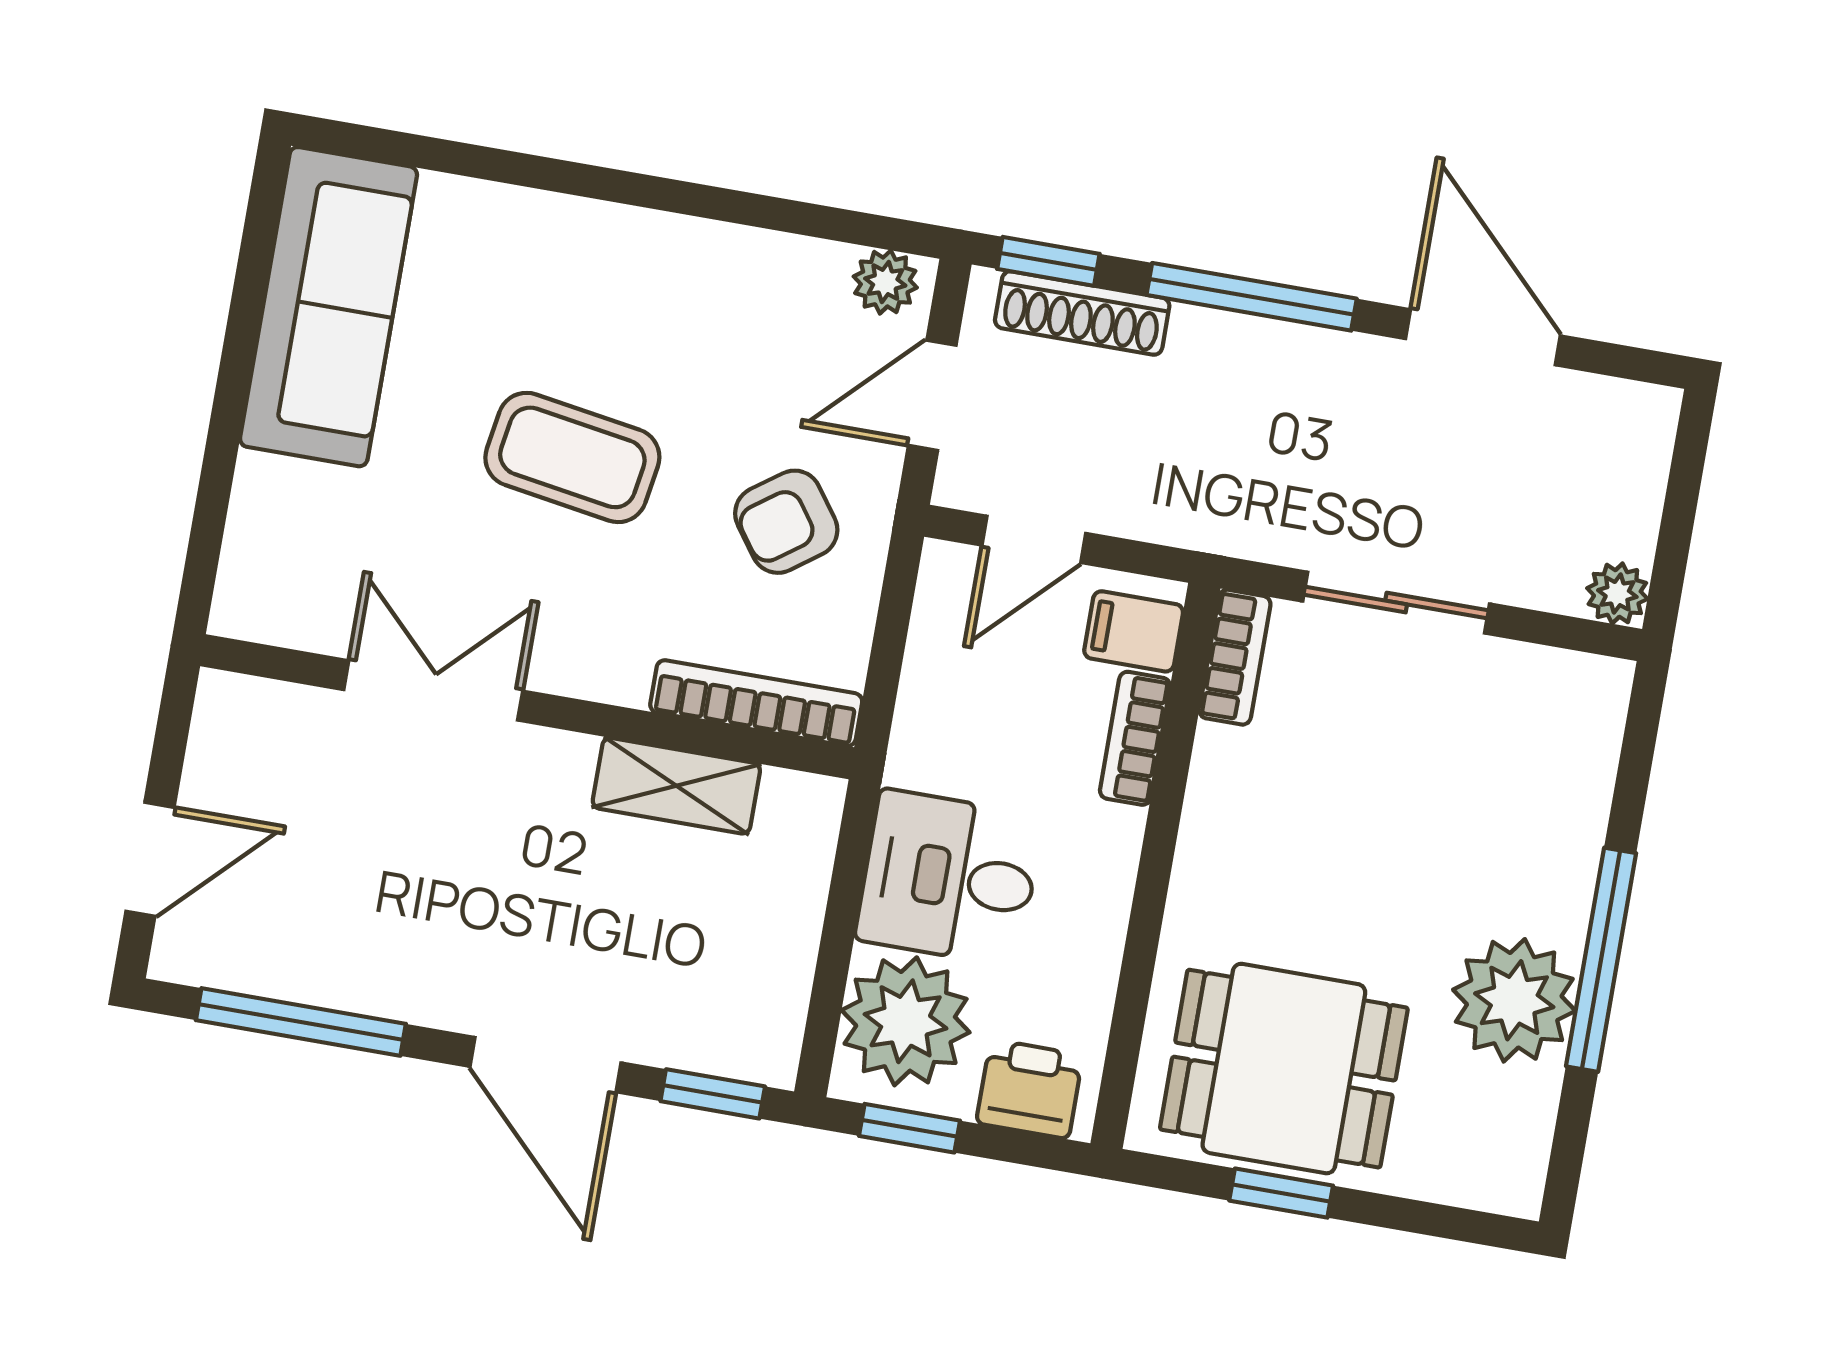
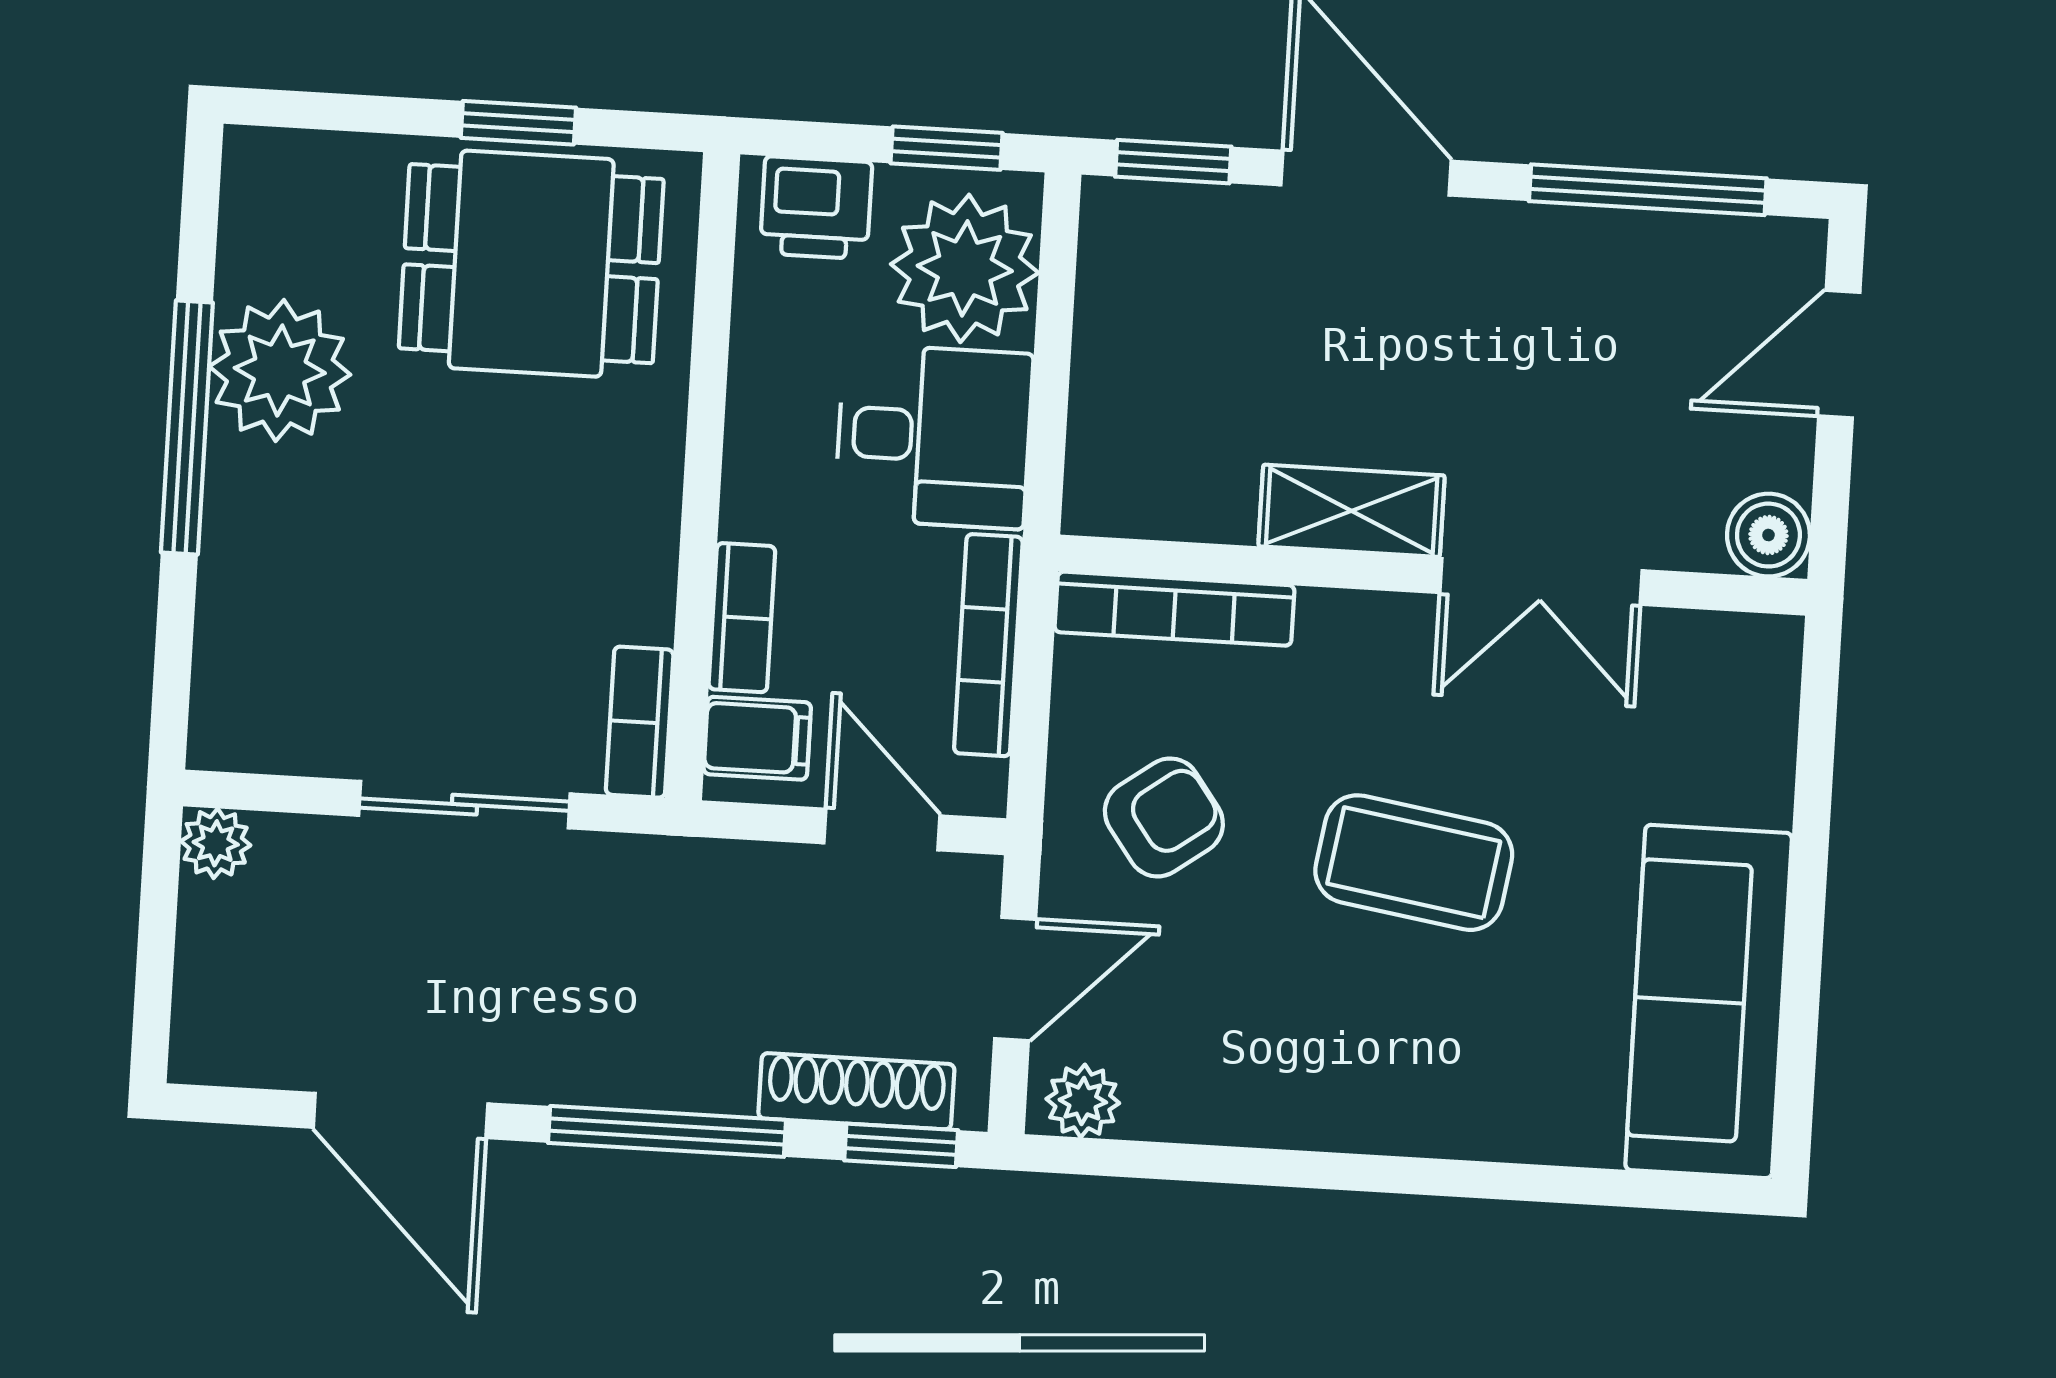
door: (1034, 539) -> (882, 829), hinge flipped
bookcase: (922, 690) -> (988, 645), added
boiler: (230, 708) -> (1768, 535), added
shelving: (676, 786) -> (1352, 511), moved

